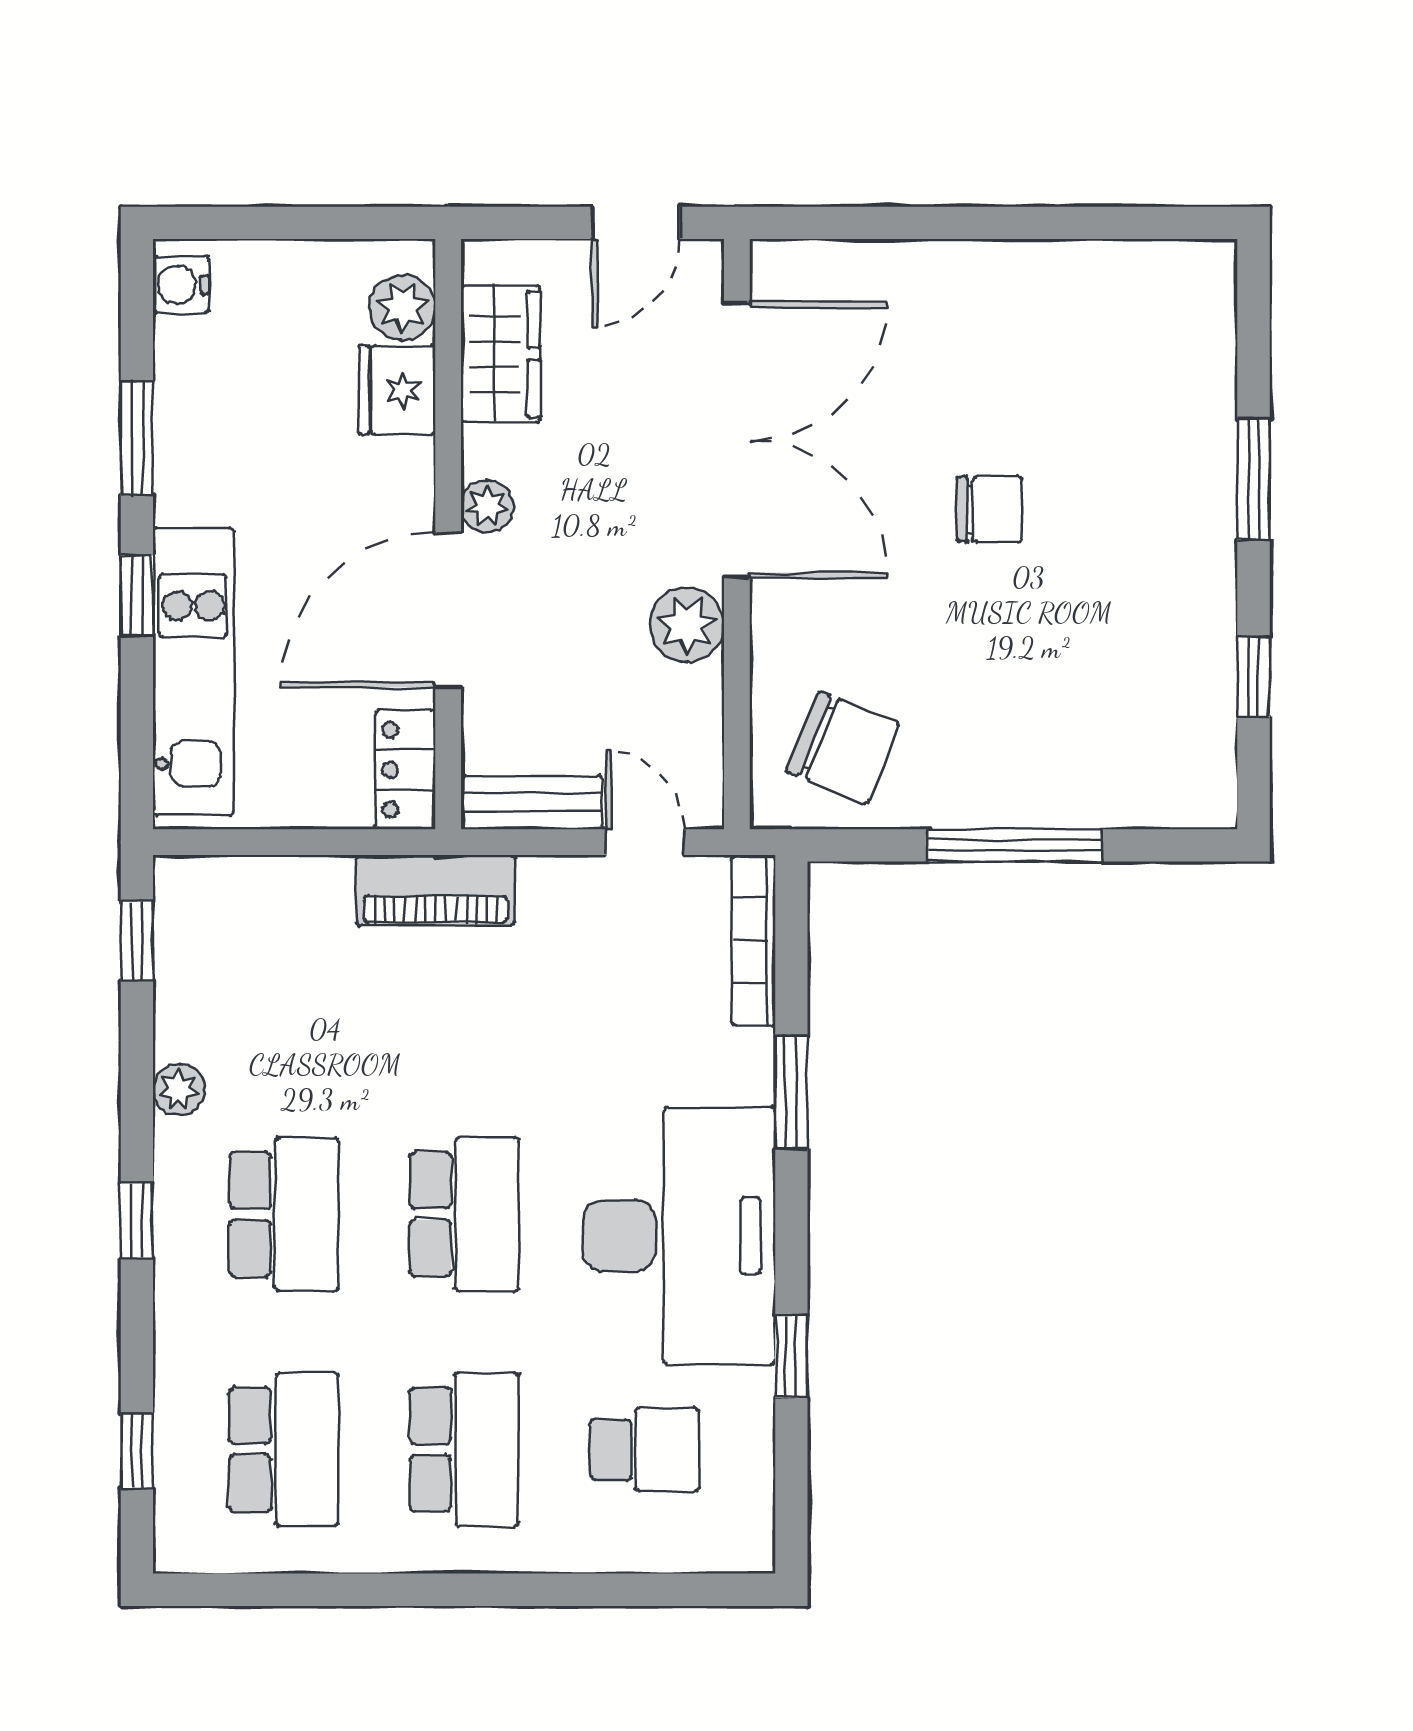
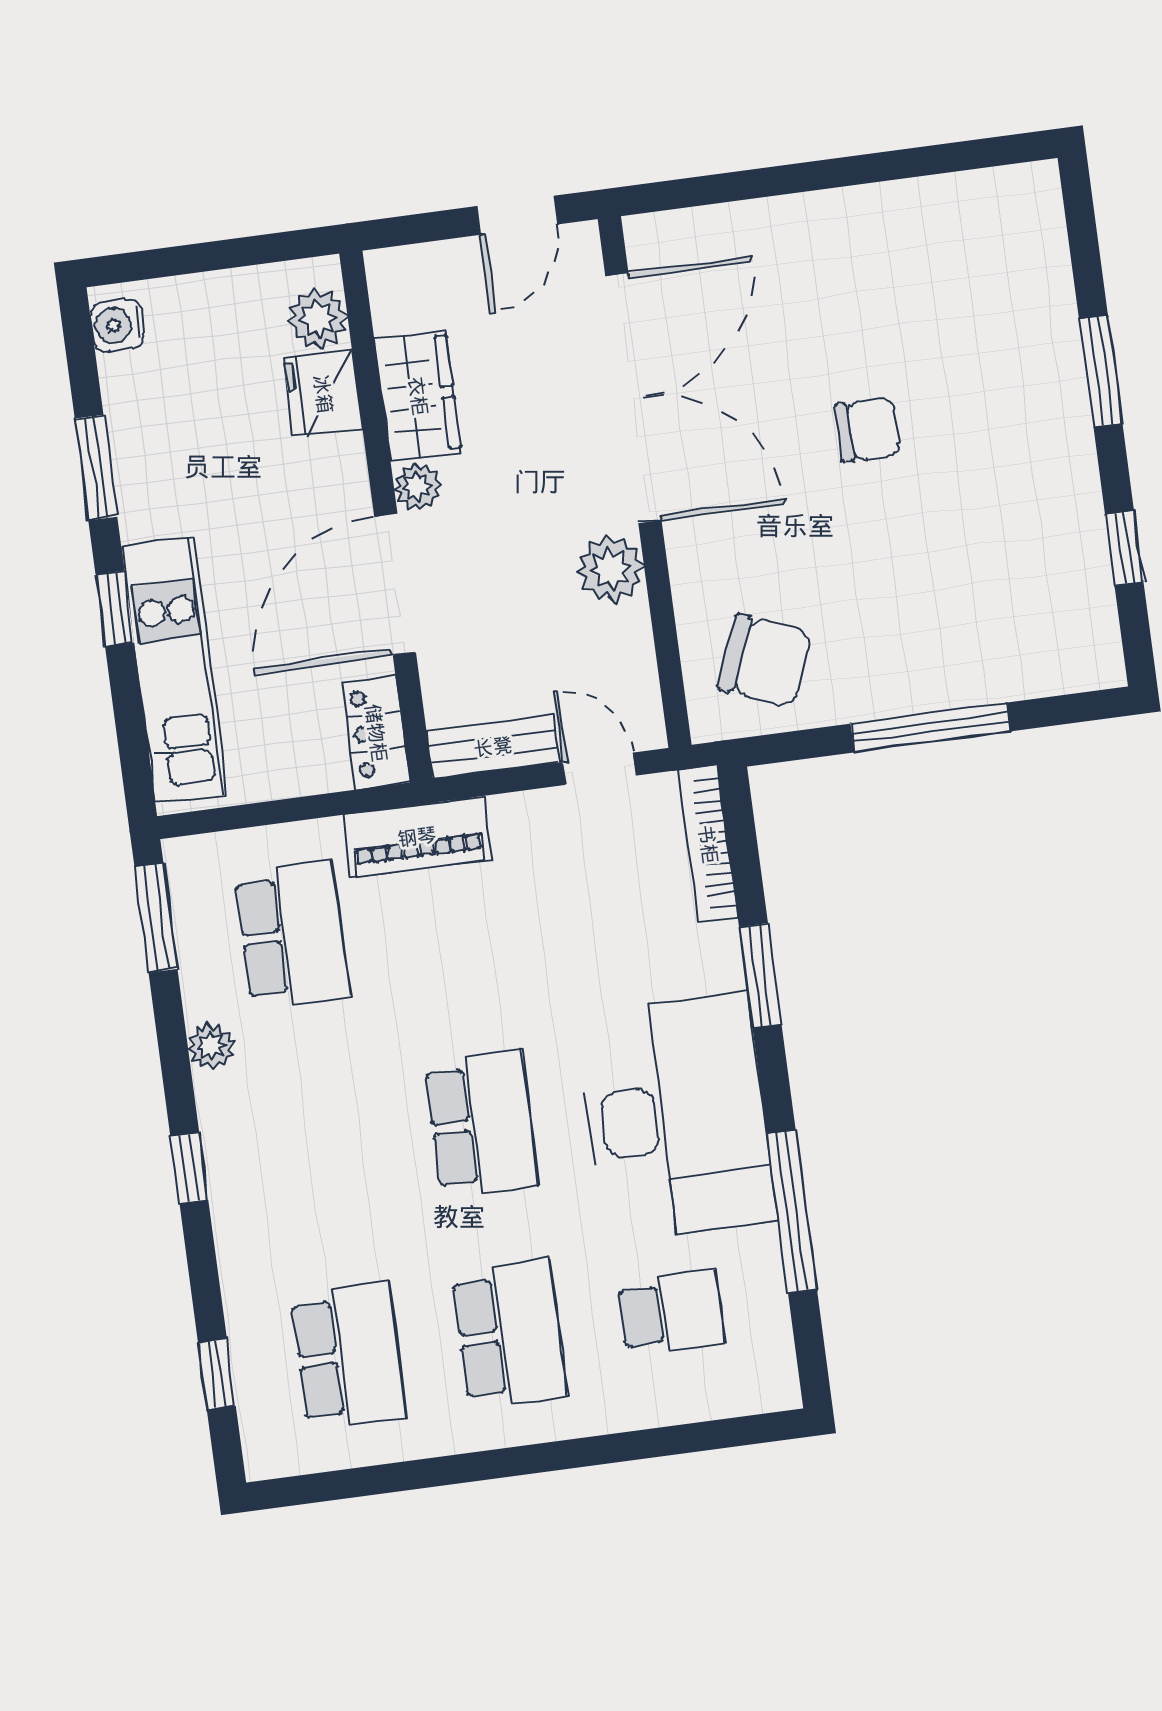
wardrobe: (501, 354) -> (418, 396), moved
window: (137, 941) -> (156, 918), width x1.50
school desk: (284, 1214) -> (292, 935), moved
window: (791, 1356) -> (792, 1212), width x2.17

